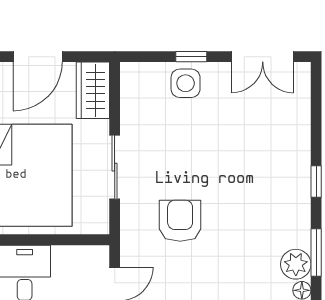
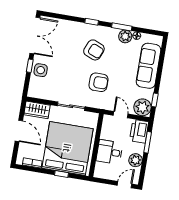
double door: (263, 57) -> (35, 36), width x1.37
armchair: (252, 198) -> (94, 50), added
armchair: (180, 221) -> (99, 82), turned 180

